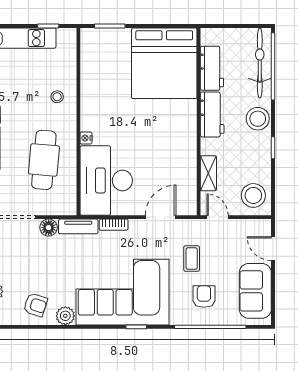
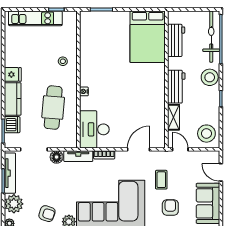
bed: (164, 63) -> (148, 37), width x0.73
workbench: (212, 114) -> (176, 87), moved
desk: (106, 181) -> (94, 129), width x0.73, depth x0.77

